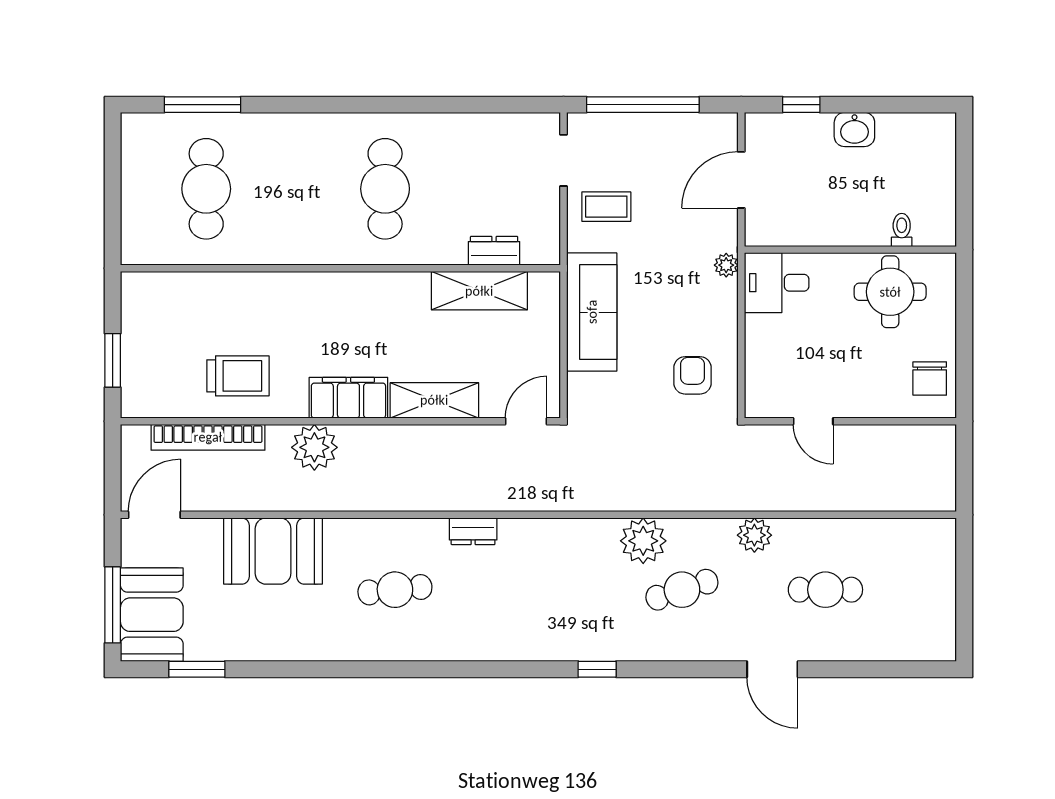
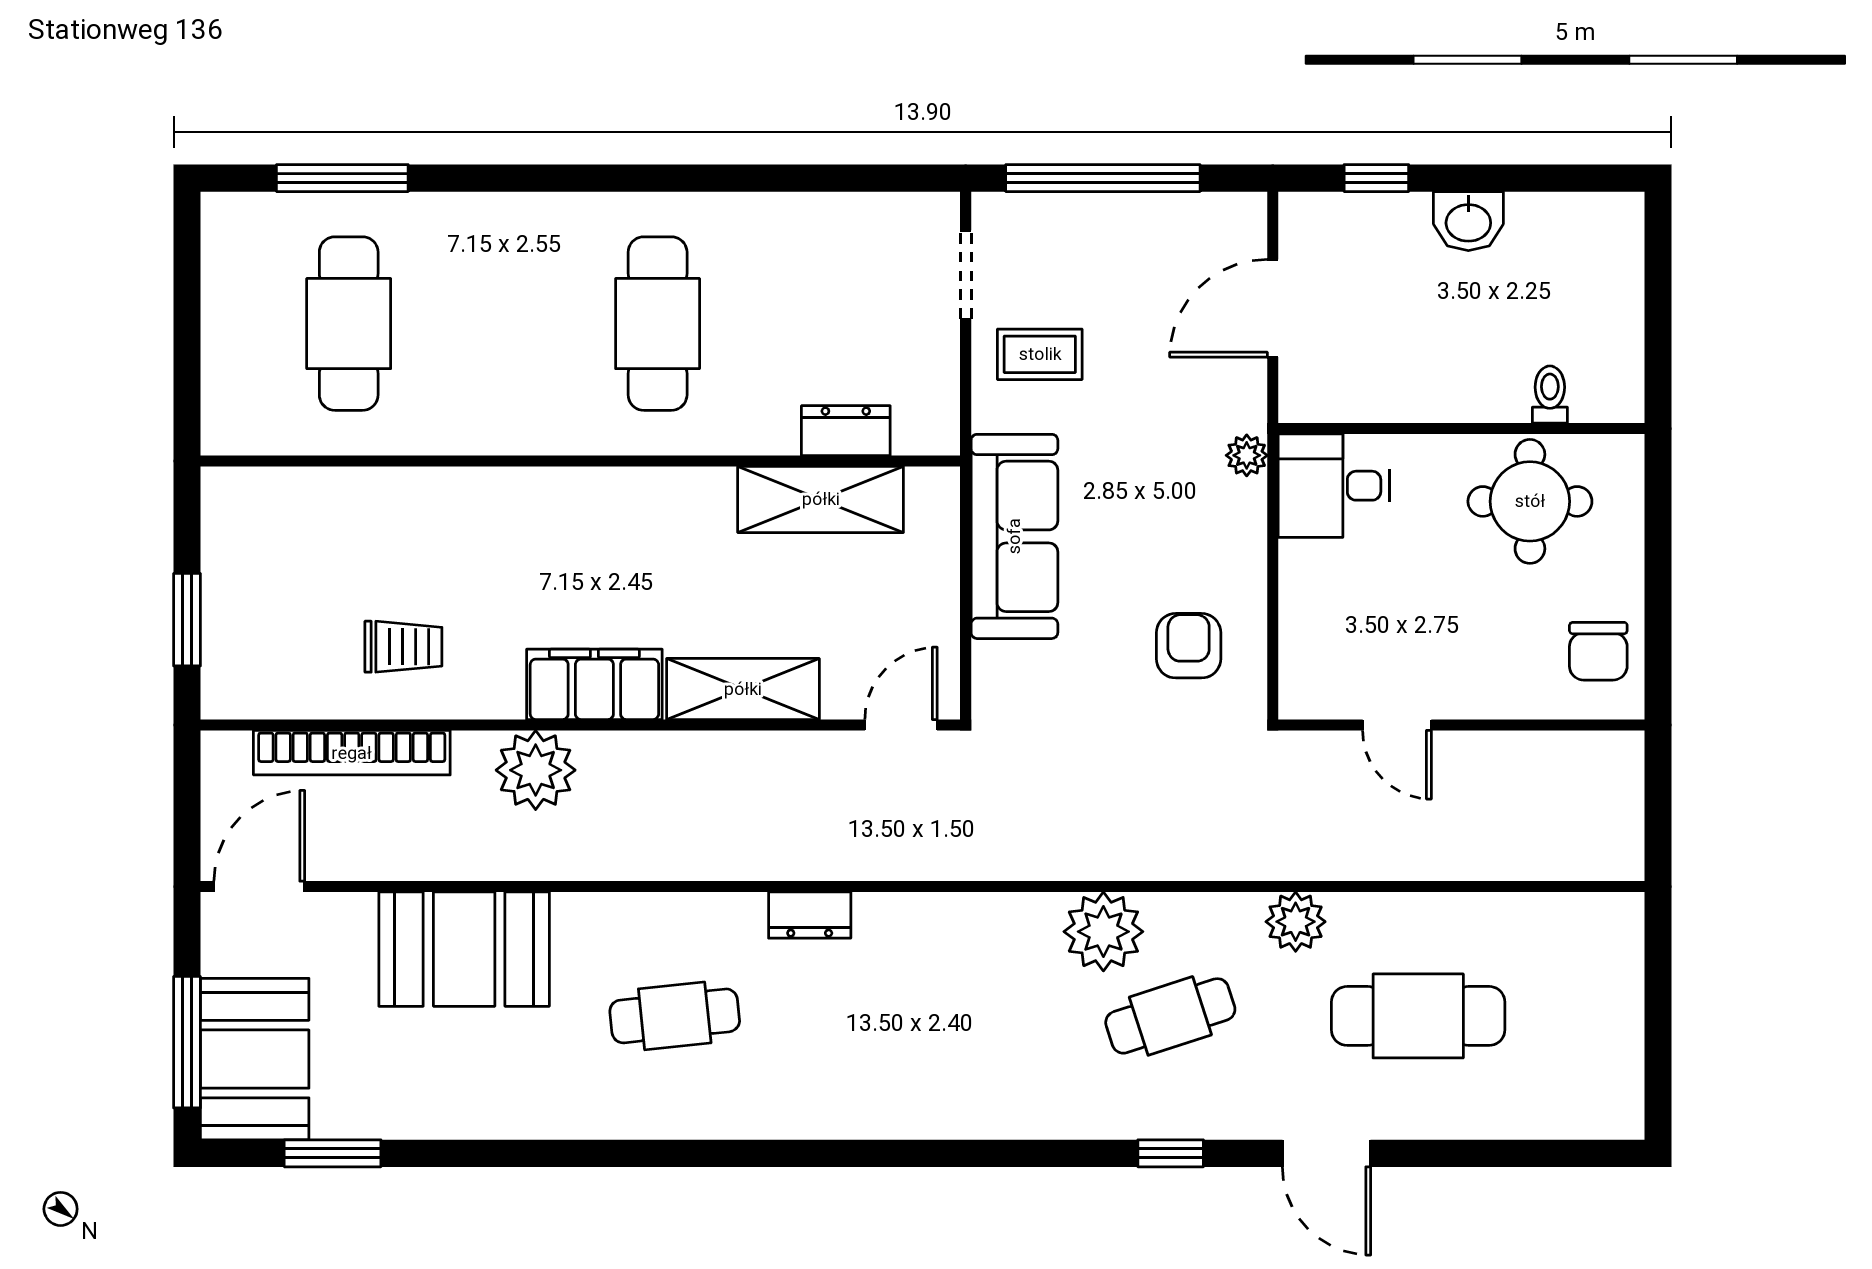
trolley: (238, 376) -> (403, 647), width x0.73, depth x0.72
cafe table: (825, 590) -> (1418, 1016), width x1.37, depth x1.35
window: (597, 669) -> (1171, 1153), moved

